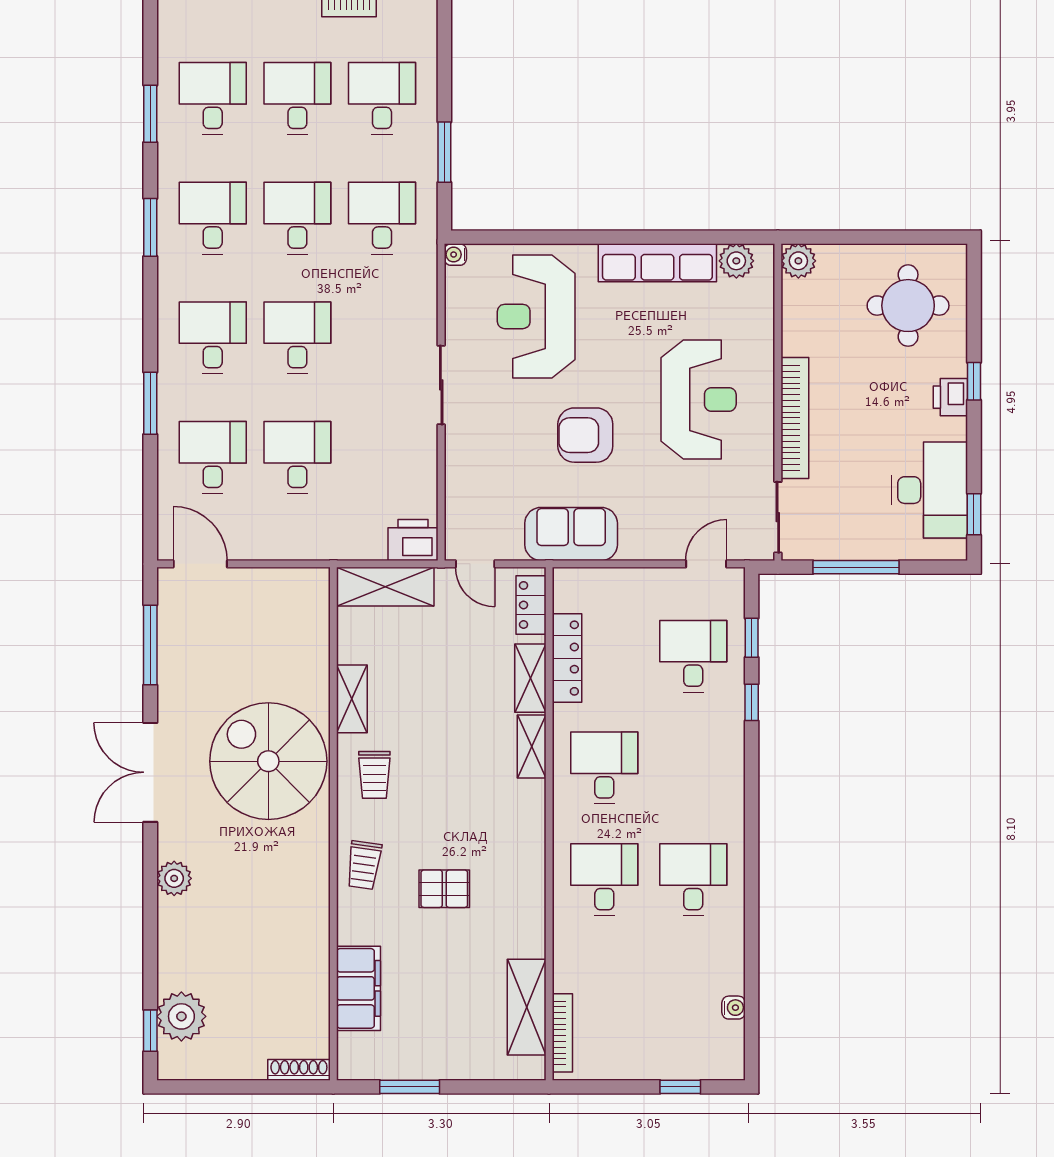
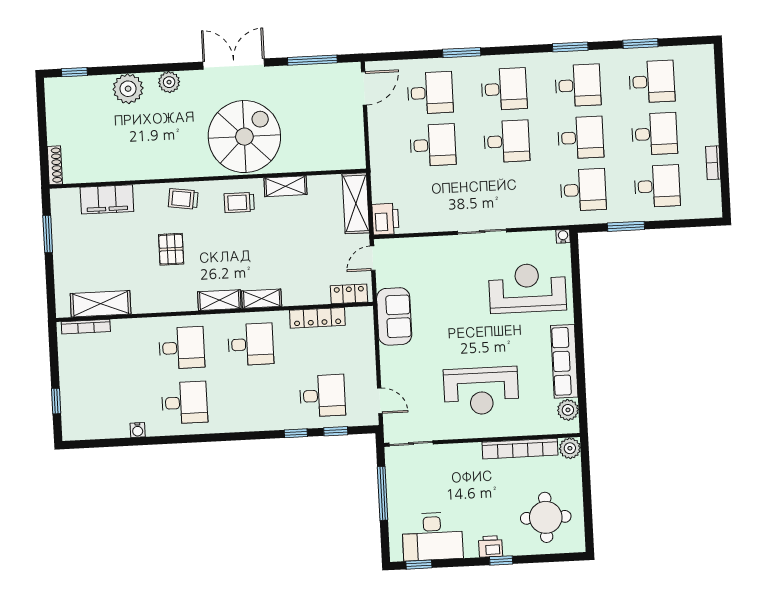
bookcase: (795, 418) -> (520, 449), moved
armchair: (585, 435) -> (456, 322), removed
shelving: (530, 678) -> (219, 300), moved
water cooler: (734, 1008) -> (138, 430), moved
plant: (181, 1016) -> (128, 89), moved

